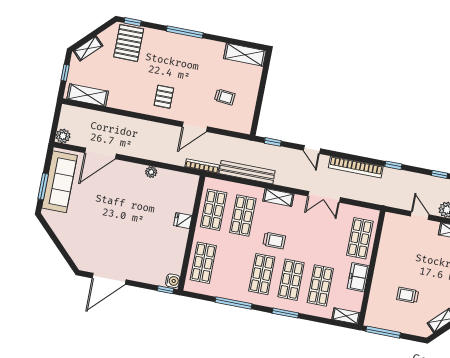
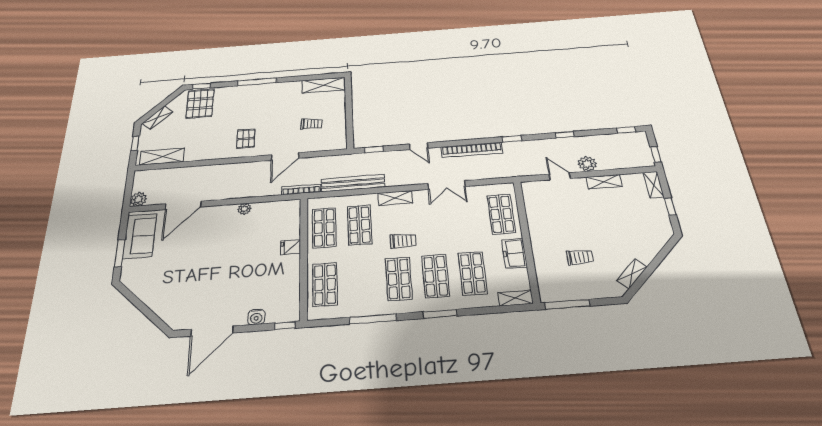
sofa: (59, 182) -> (140, 236), width x0.73
water cooler: (173, 281) -> (256, 317), moved, turned 90
trolley: (408, 295) -> (580, 257), turned 180

